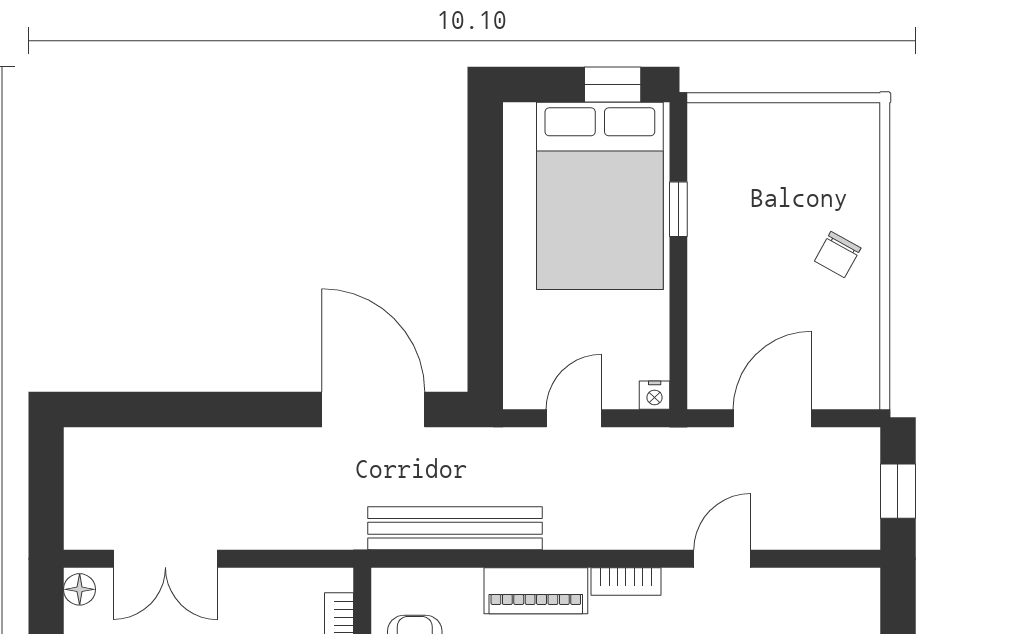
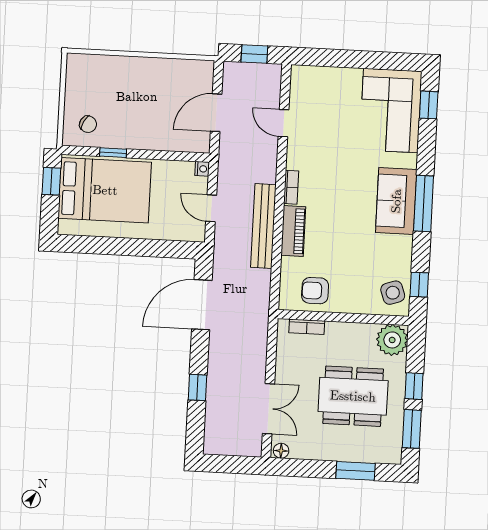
chair: (838, 254) -> (88, 124), moved
window: (202, 409) -> (198, 387), added
door: (772, 418) -> (216, 113), hinge flipped
bench: (455, 528) -> (263, 226), moved
door: (722, 559) -> (283, 123), moved

